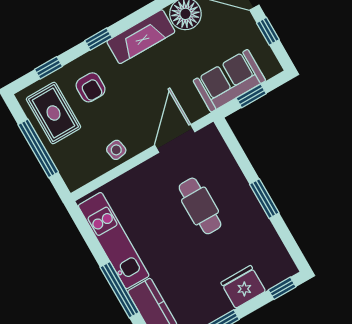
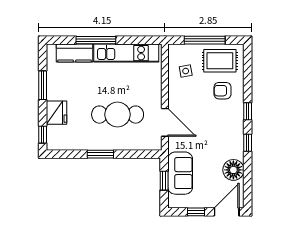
fireplace: (141, 37) -> (235, 137), removed
window: (49, 68) -> (248, 143), moved
side table: (116, 150) -> (186, 71), moved
cafe table: (200, 206) -> (118, 115), width x1.37, depth x1.35

